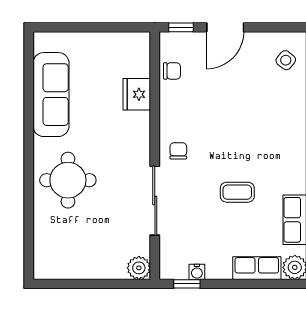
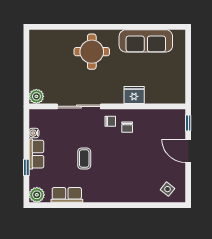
chair: (172, 71) -> (127, 127), moved
fridge: (137, 94) -> (134, 95), moved
row of seats: (257, 268) -> (36, 154), moved
window: (187, 284) -> (26, 167), moved

